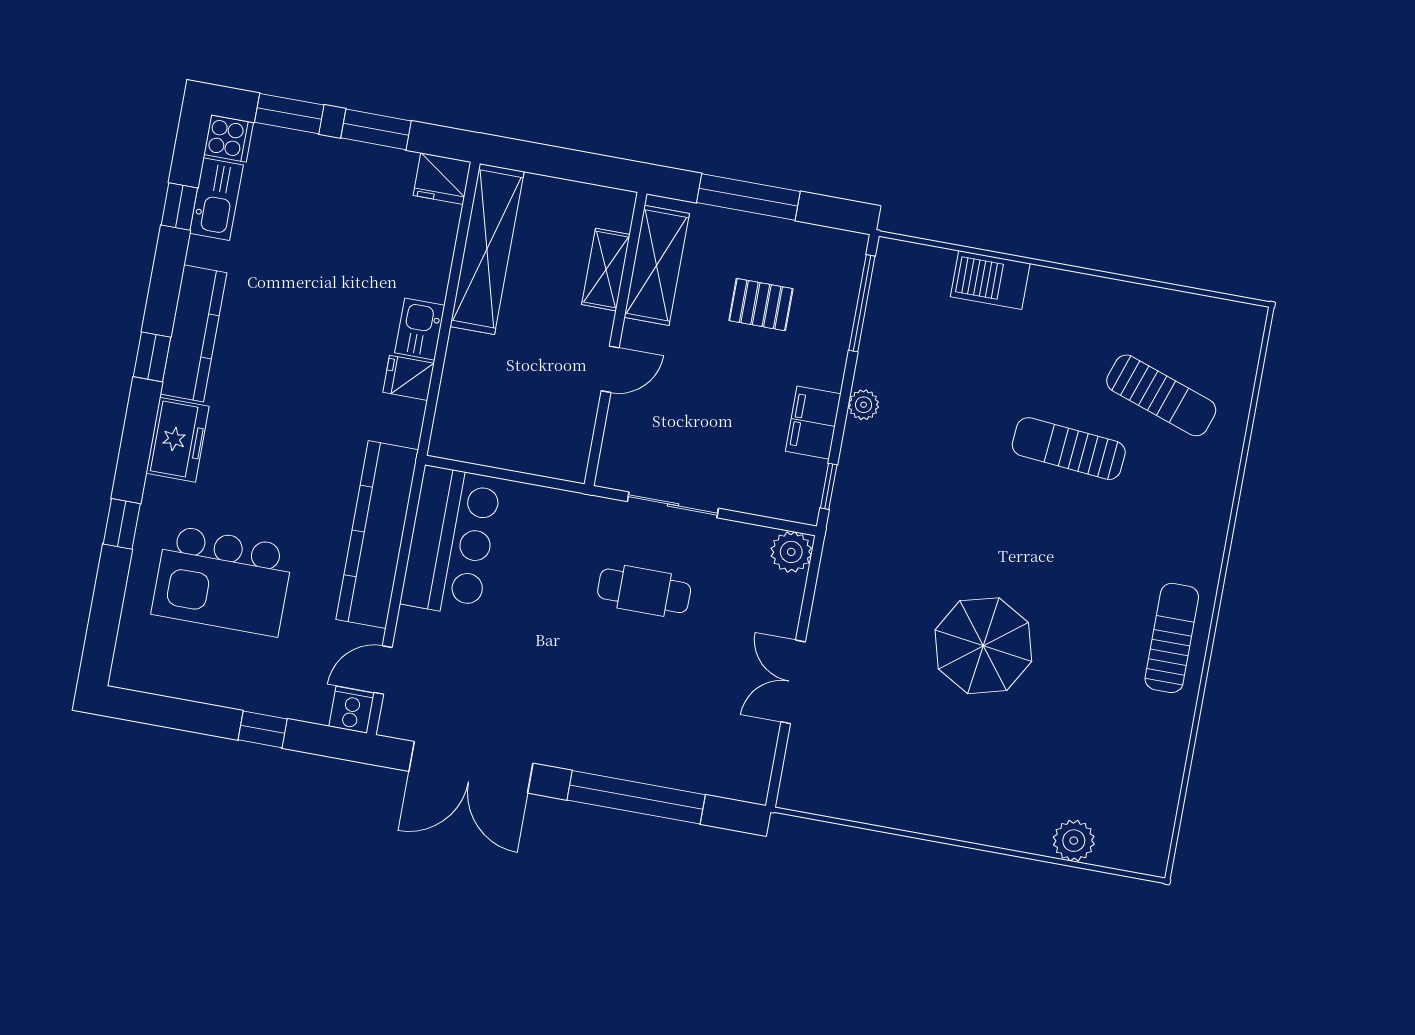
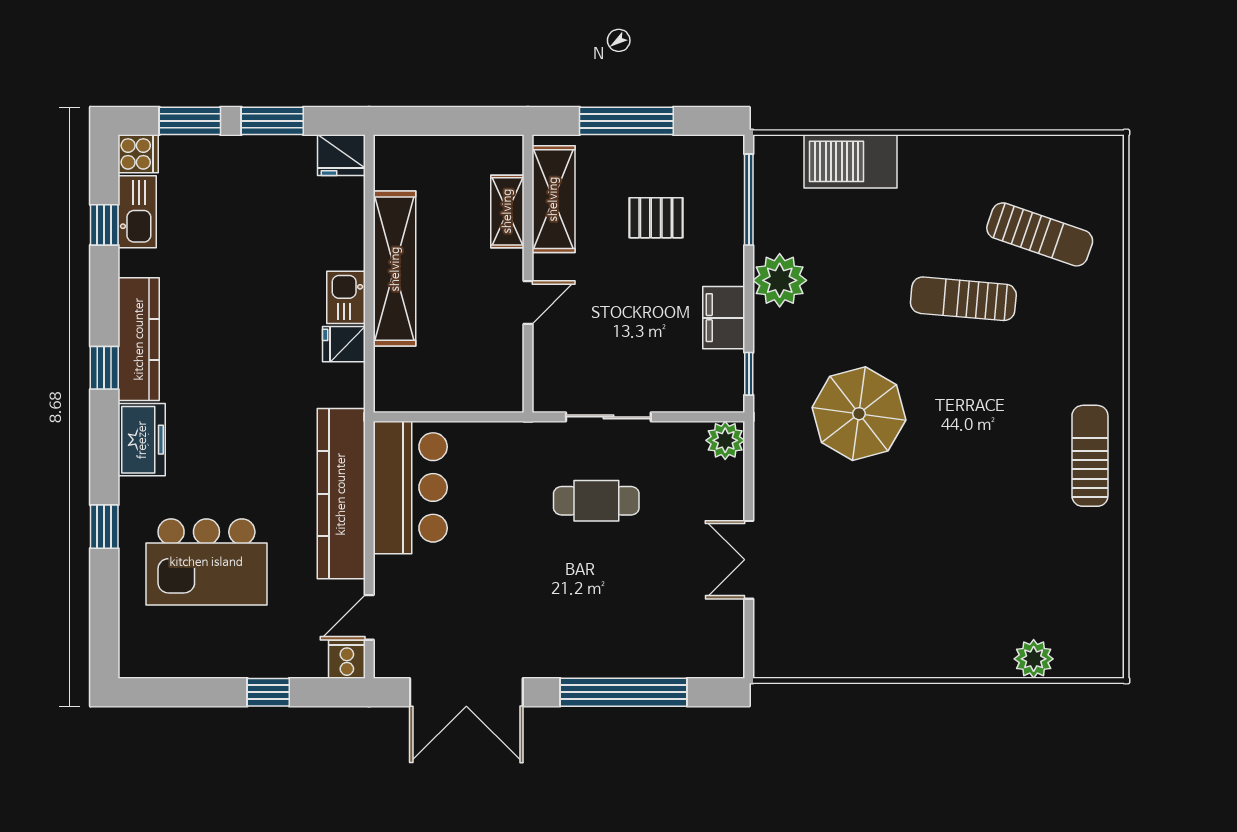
shelving: (487, 249) -> (395, 269), moved
barbecue: (990, 280) -> (850, 161), width x1.37, depth x1.21
plant: (864, 405) -> (780, 280), width x1.87, depth x1.87
parasol: (983, 646) -> (859, 414), moved

